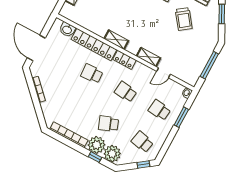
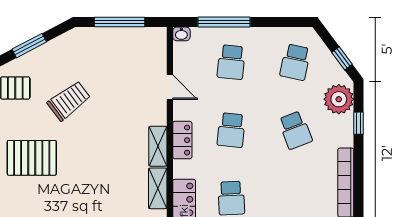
shelving: (148, 57) -> (158, 146), moved
locker: (124, 60) -> (182, 140), moved
window: (181, 117) -> (224, 22), width x1.44
plant: (96, 145) -> (338, 131), removed
window: (143, 164) -> (342, 58), moved

